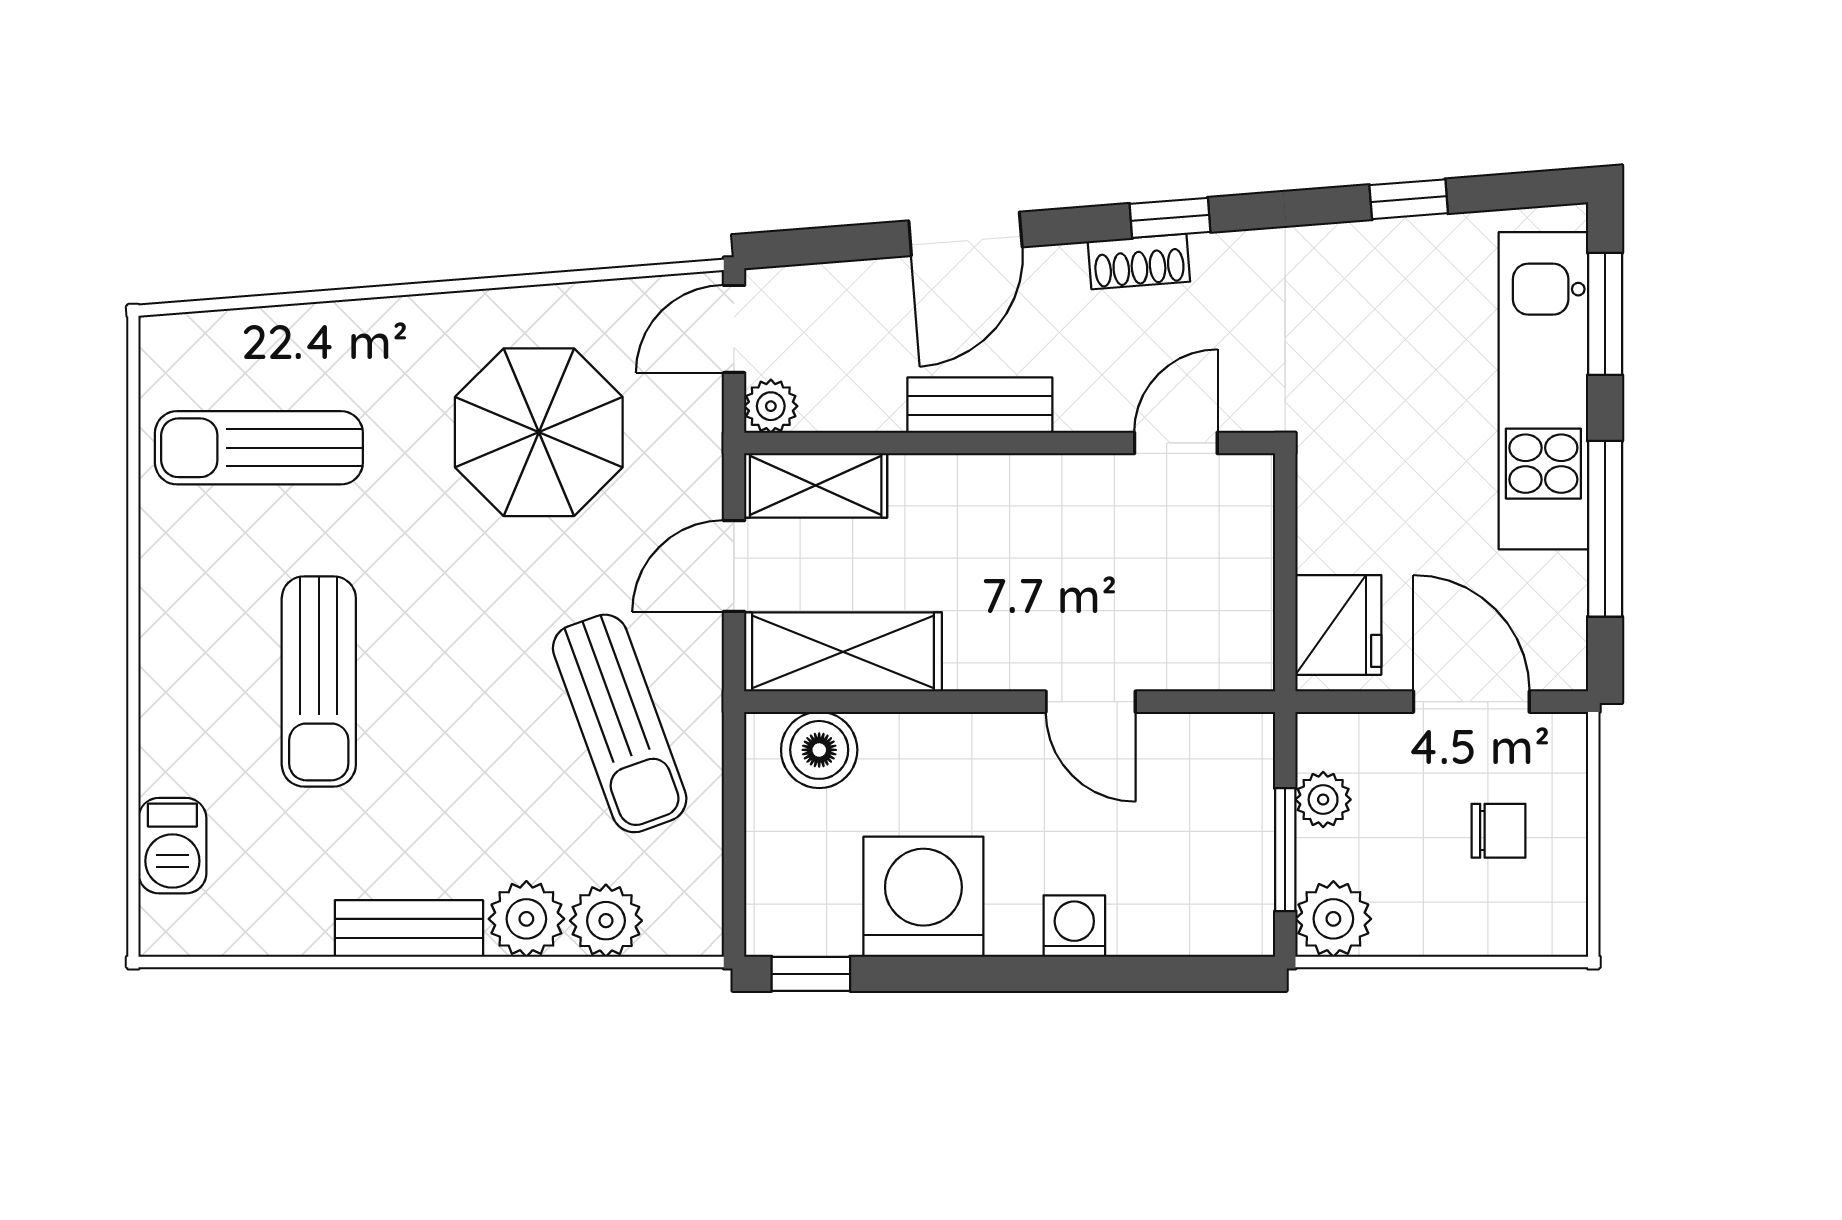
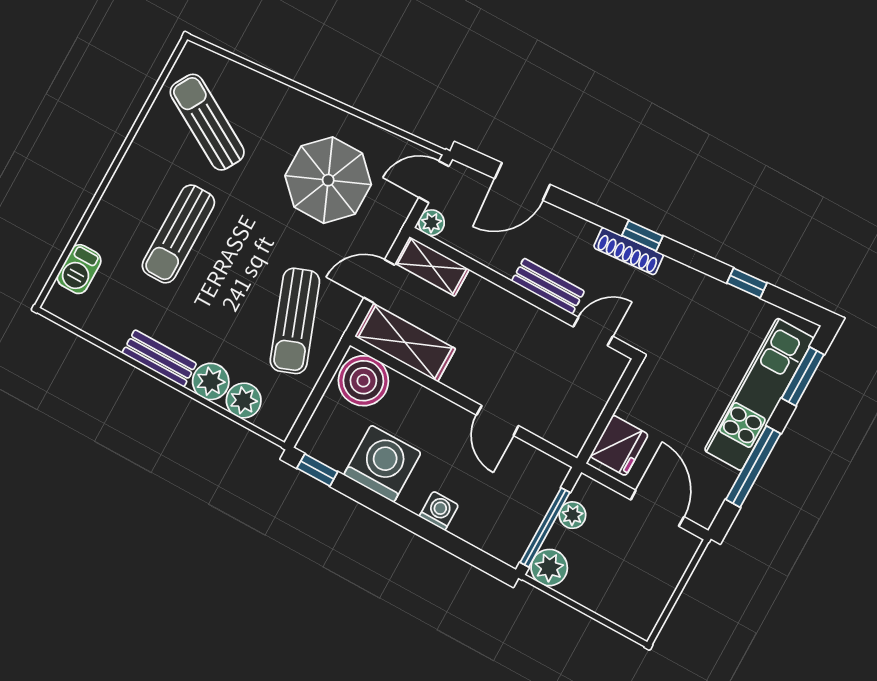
door: (965, 234) -> (522, 182), moved
shoe rack: (1139, 261) -> (629, 251), width x1.43
bench: (980, 405) -> (548, 286), moved
sun lounger: (259, 448) -> (207, 122), turned 30
boiler: (819, 750) -> (363, 381), width x1.37, depth x1.37
chair: (1499, 831) -> (639, 569), removed
window: (1285, 850) -> (545, 527), width x1.44

